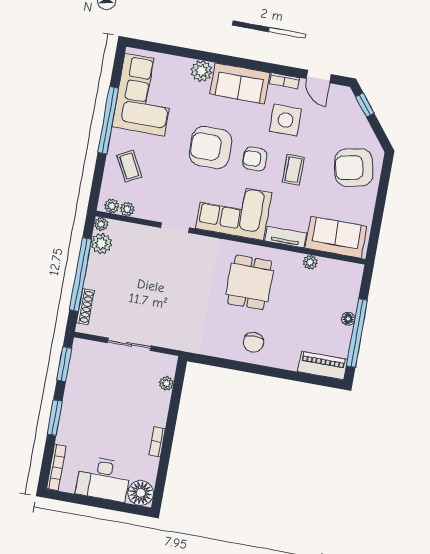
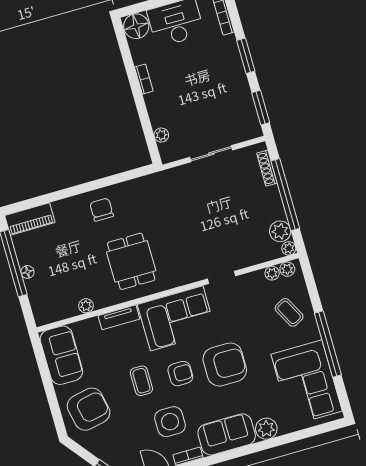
sofa: (336, 237) -> (61, 355), moved, turned -90

